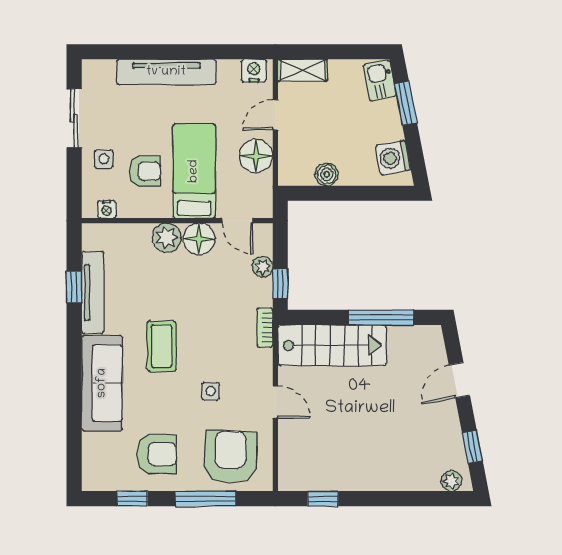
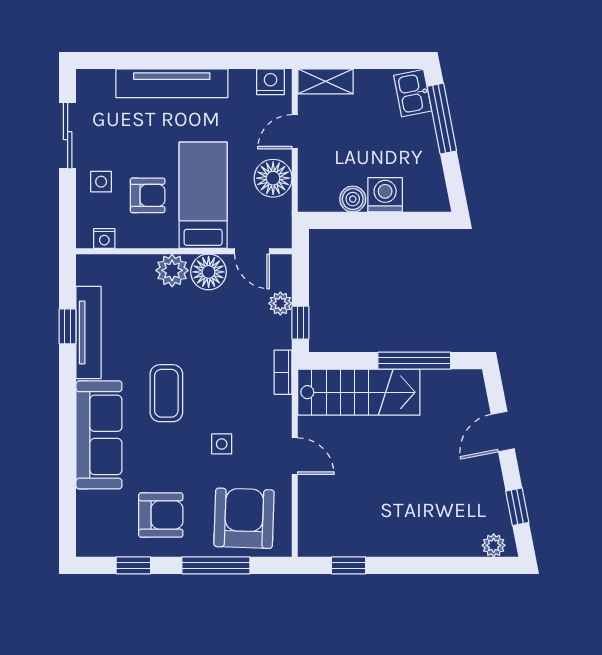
window: (406, 103) -> (442, 119), width x1.44
washing machine: (393, 158) -> (385, 195), moved, turned 101

